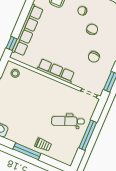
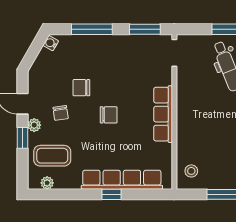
window: (12, 43) -> (112, 194), moved
chair: (94, 57) -> (109, 115), moved

